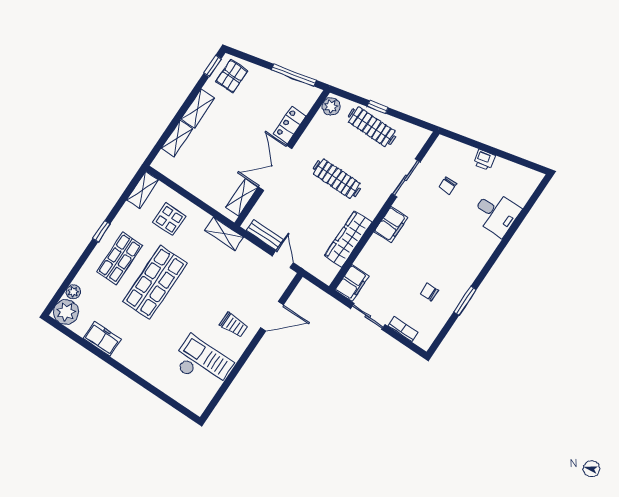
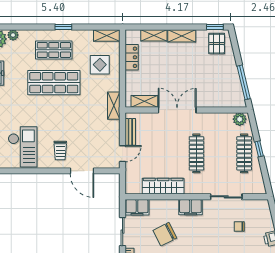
pallet: (232, 76) -> (217, 44), turned 90
locker: (290, 125) -> (132, 57), moved, turned 90
chair: (402, 272) -> (165, 234), added

